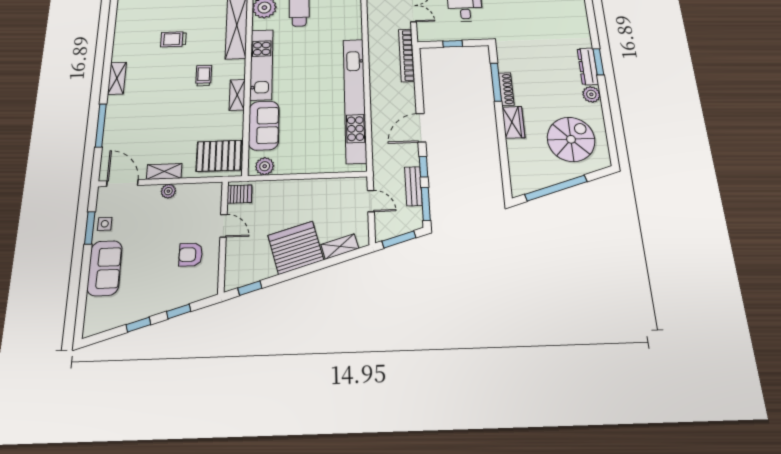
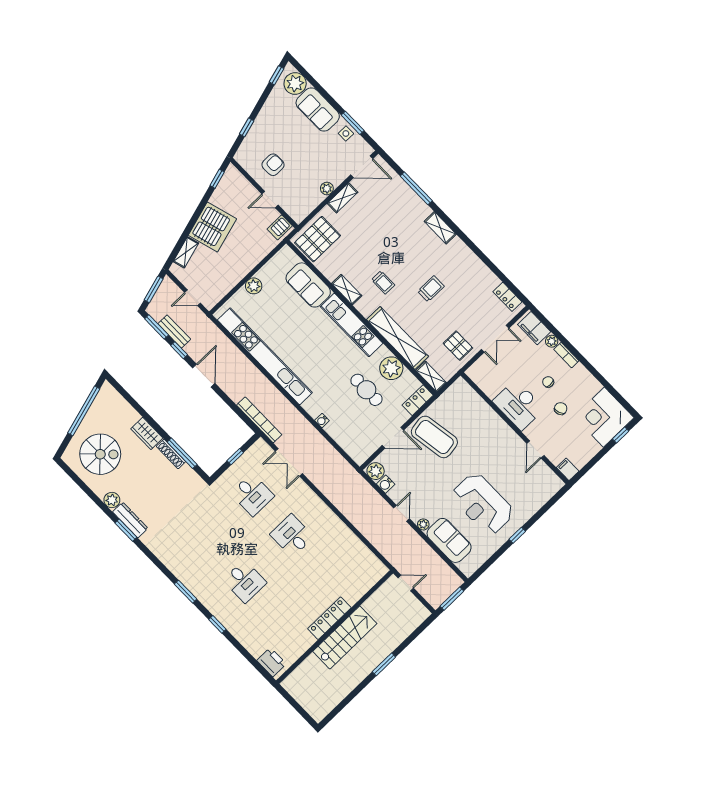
water cooler: (356, 14) -> (322, 421), added
spiral stairs: (571, 139) -> (100, 454), turned -90
plant: (265, 166) -> (254, 286), moved
plant: (98, 311) -> (295, 83), added
window: (138, 325) -> (277, 75), moved

